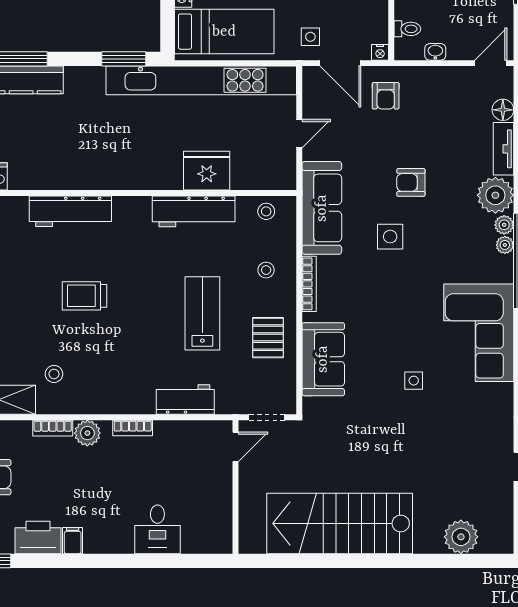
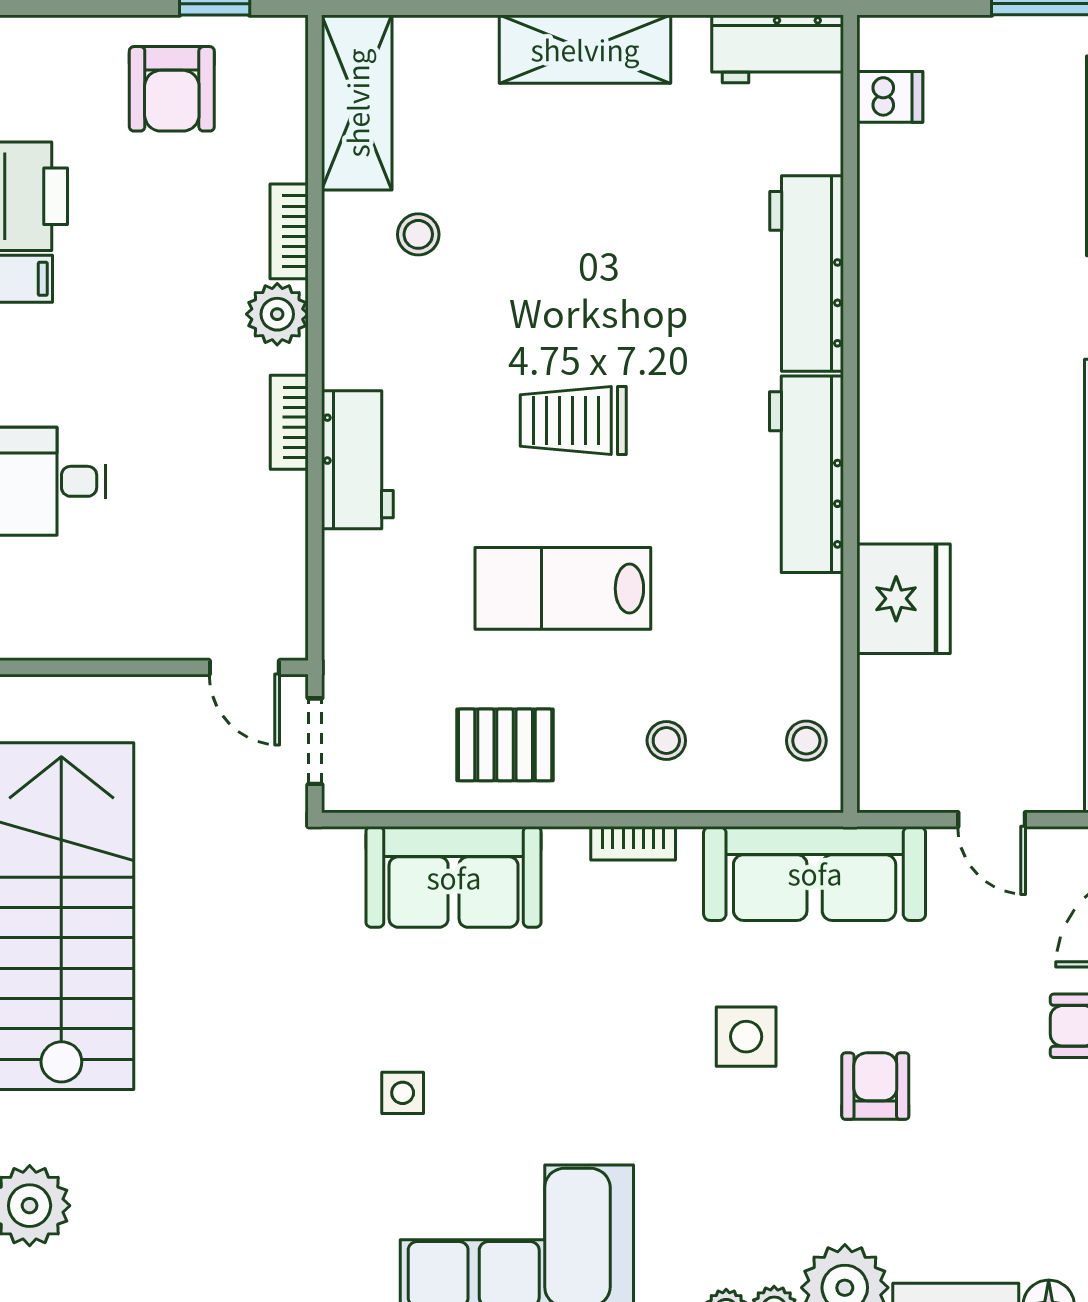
workbench: (194, 211) -> (806, 474), moved
bookcase: (309, 284) -> (633, 843), width x0.64
trolley: (84, 296) -> (573, 420), moved, turned -90
lab bench: (202, 313) -> (563, 588), turned 180
workbench: (185, 399) -> (357, 460), moved

